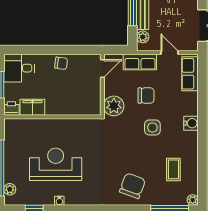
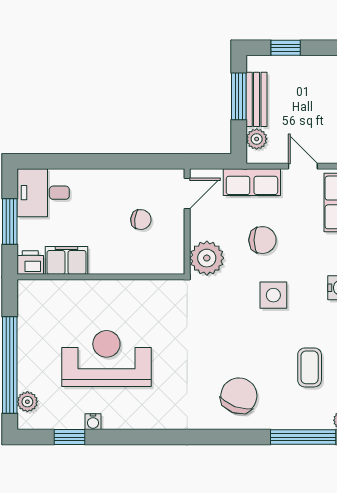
chair: (61, 63) -> (141, 220), moved
water cooler: (59, 201) -> (93, 422), moved

